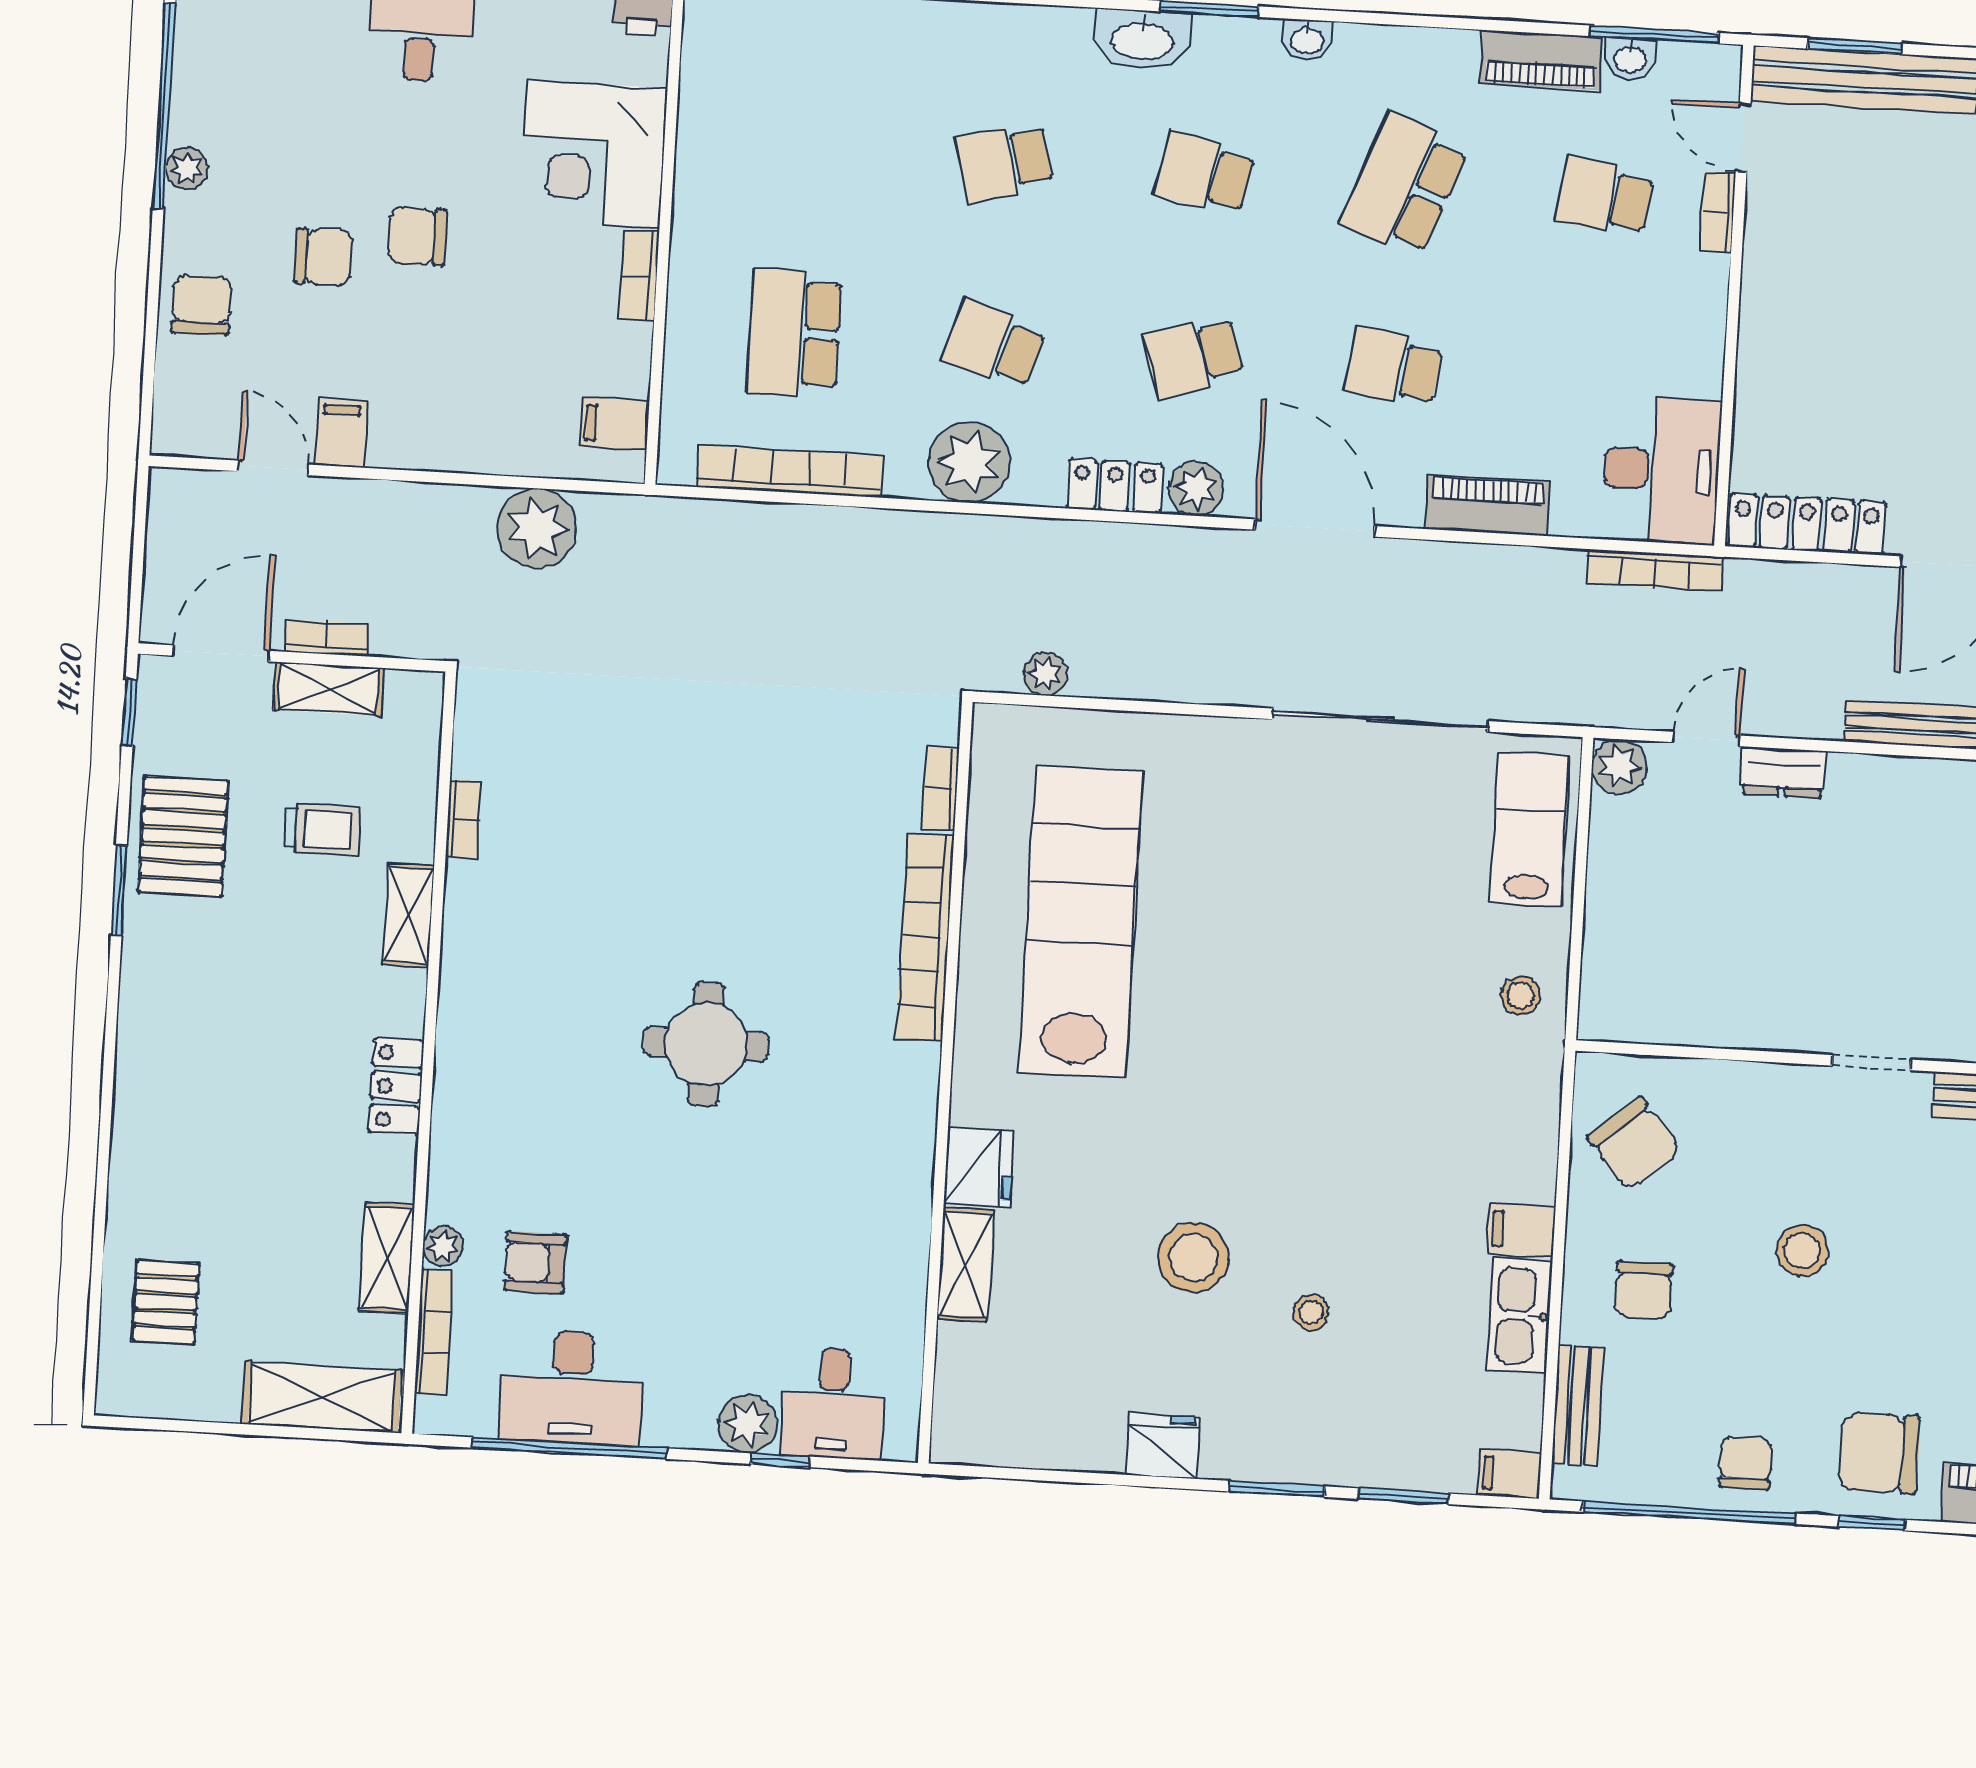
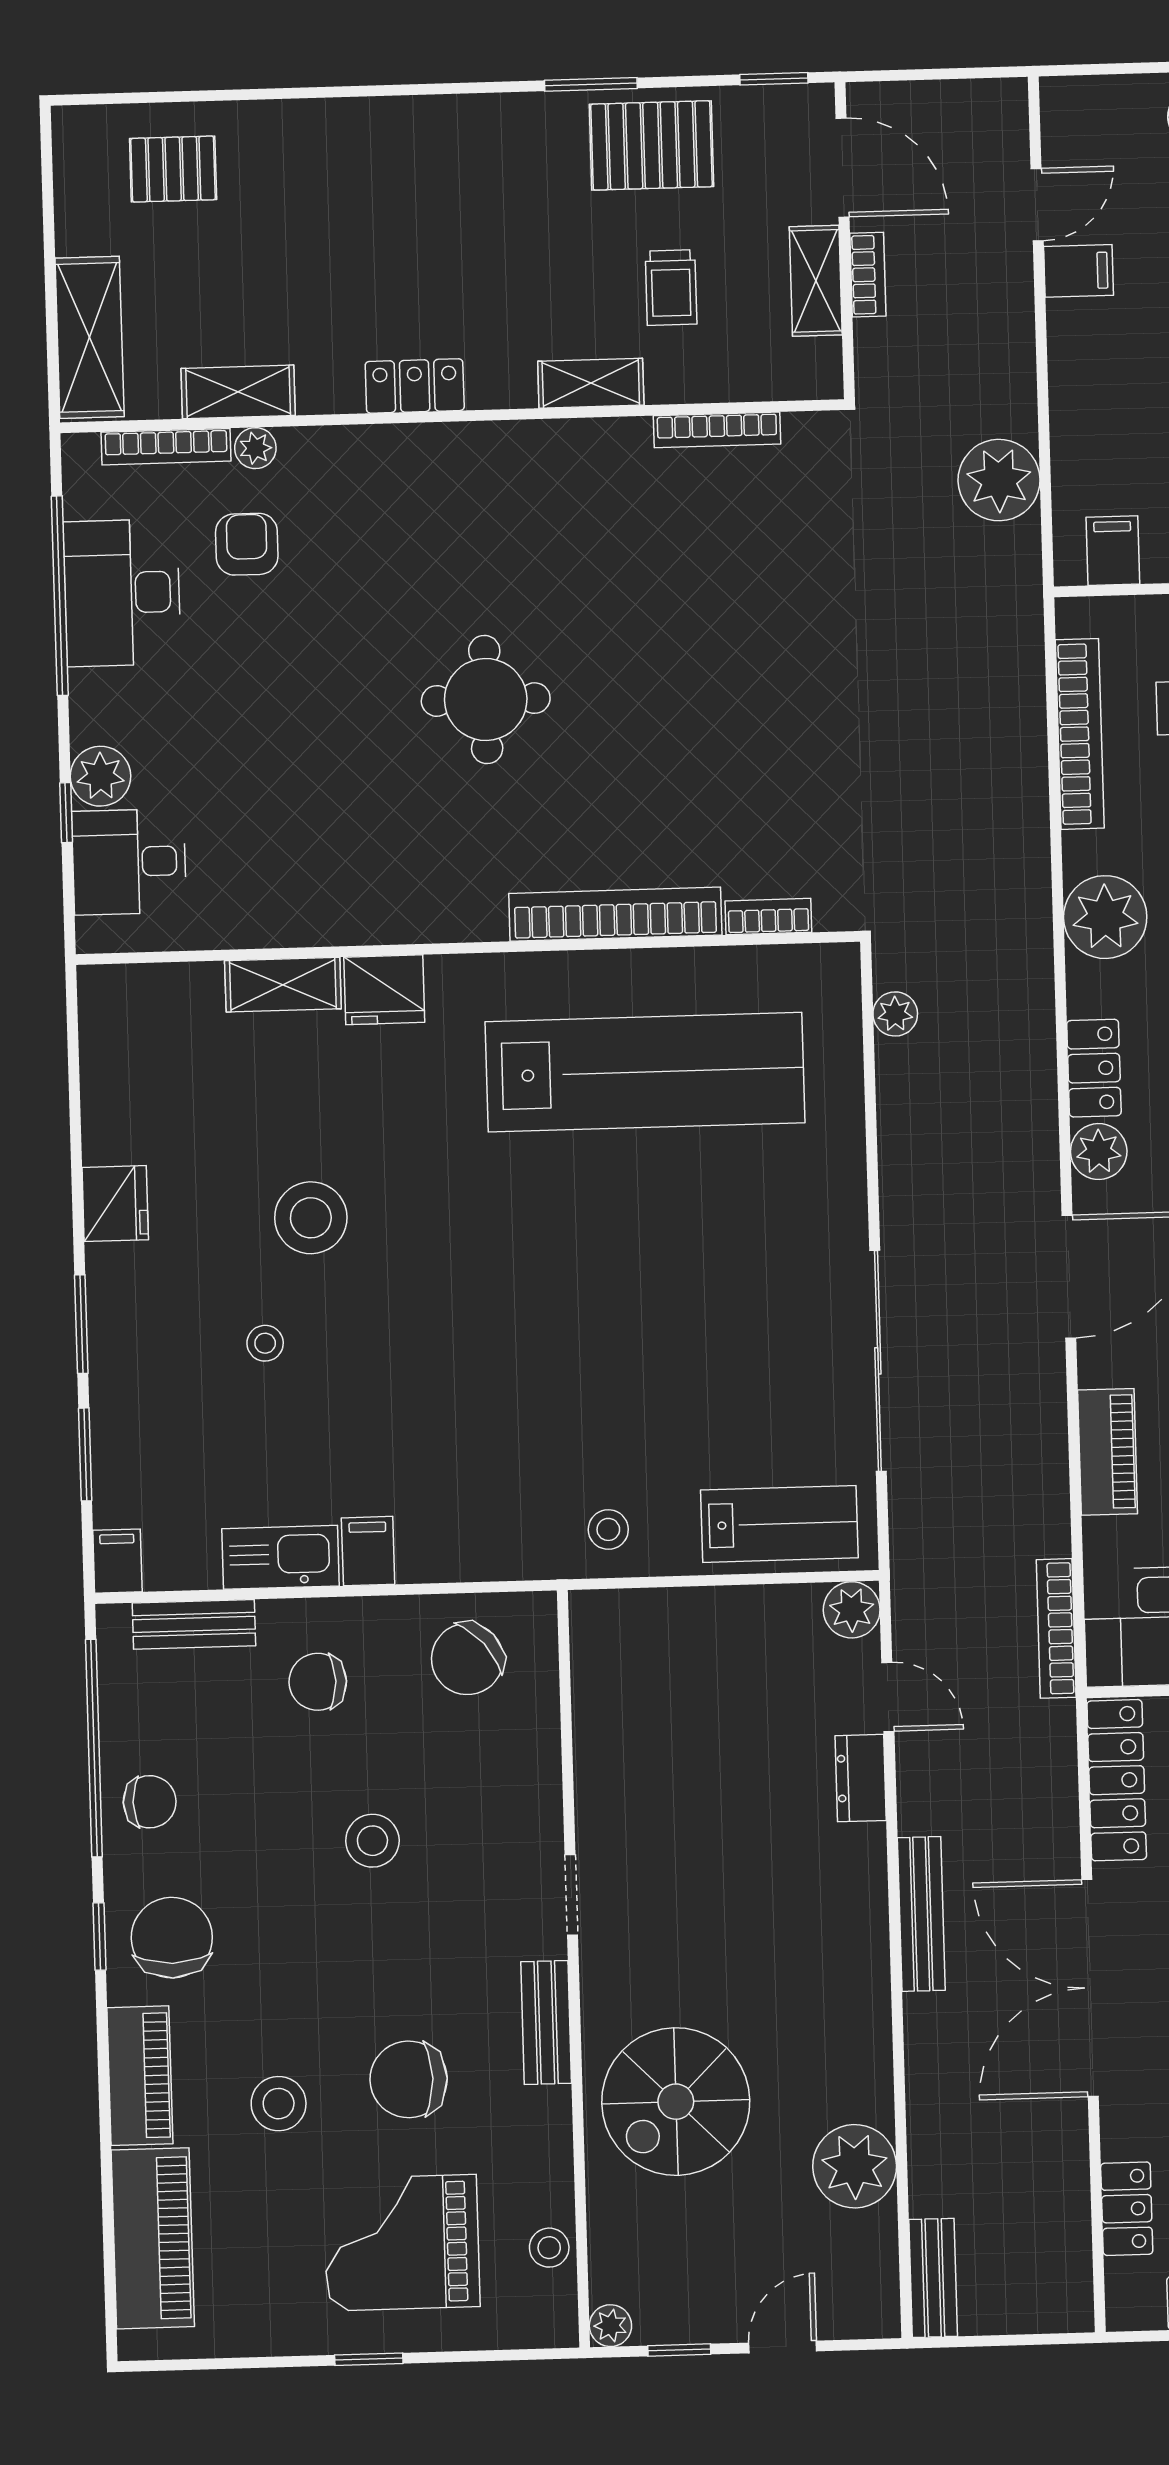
bookcase: (463, 819) -> (717, 430), width x1.56

